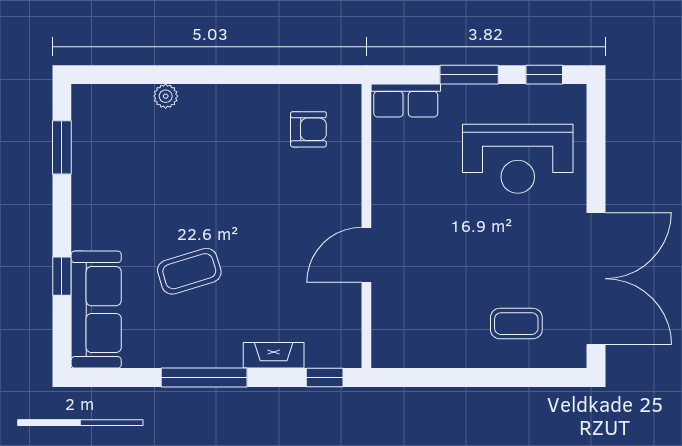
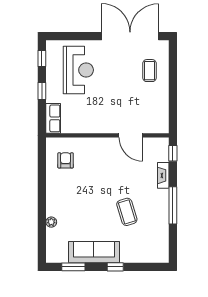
window: (469, 75) -> (42, 91), width x0.67
door: (366, 255) -> (131, 135), moved
window: (62, 276) -> (115, 267), moved
sofa: (96, 310) -> (94, 252), moved

